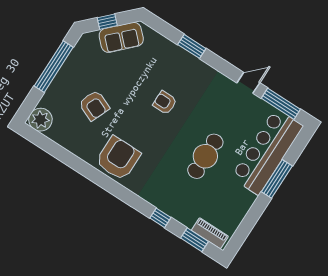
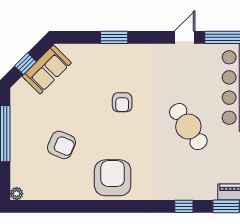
armchair: (165, 103) -> (122, 102), turned -90
plant: (40, 120) -> (17, 194), width x0.53, depth x0.53
cafe table: (205, 156) -> (188, 127), turned -34

